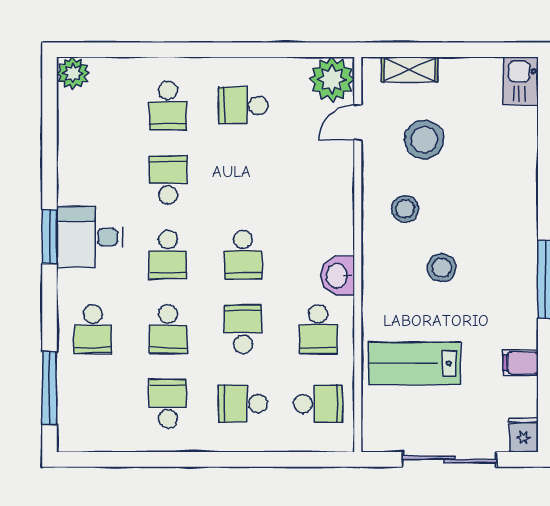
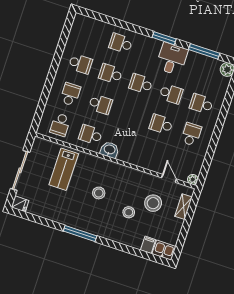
plant: (332, 79) -> (193, 179), width x0.53, depth x0.53
stool: (405, 209) -> (129, 212), moved
desk: (90, 237) -> (172, 59), moved
school desk: (243, 255) -> (161, 124), moved
lab bench: (415, 363) -> (64, 169), turned 180
filing cabinet: (521, 363) -> (148, 245), moved
window: (50, 388) -> (204, 51), moved

